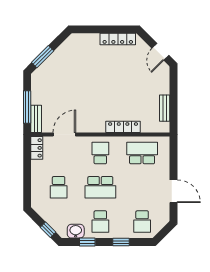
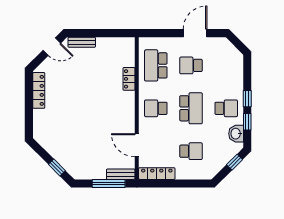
window: (43, 57) -> (57, 168), width x0.67
bench: (165, 108) -> (82, 42), moved
locker: (123, 127) -> (129, 79), width x0.66
locker: (37, 148) -> (157, 174), width x1.53
school desk: (142, 222) -> (191, 65), moved, turned 180
window: (121, 242) -> (247, 99), moved

